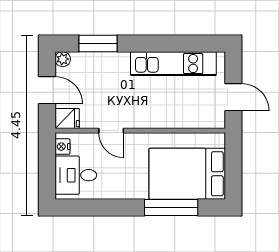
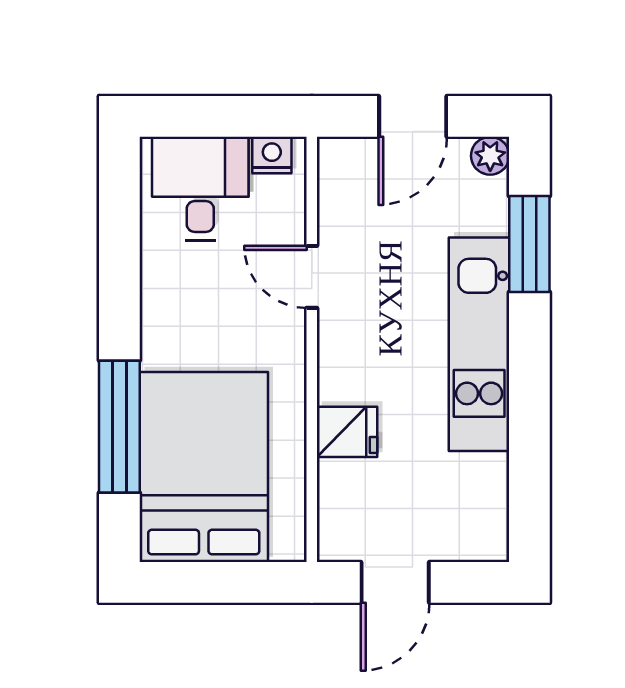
kitchen unit: (173, 64) -> (479, 344), moved
fridge: (67, 118) -> (347, 432), moved, turned -90
door: (111, 131) -> (312, 277), hinge flipped

